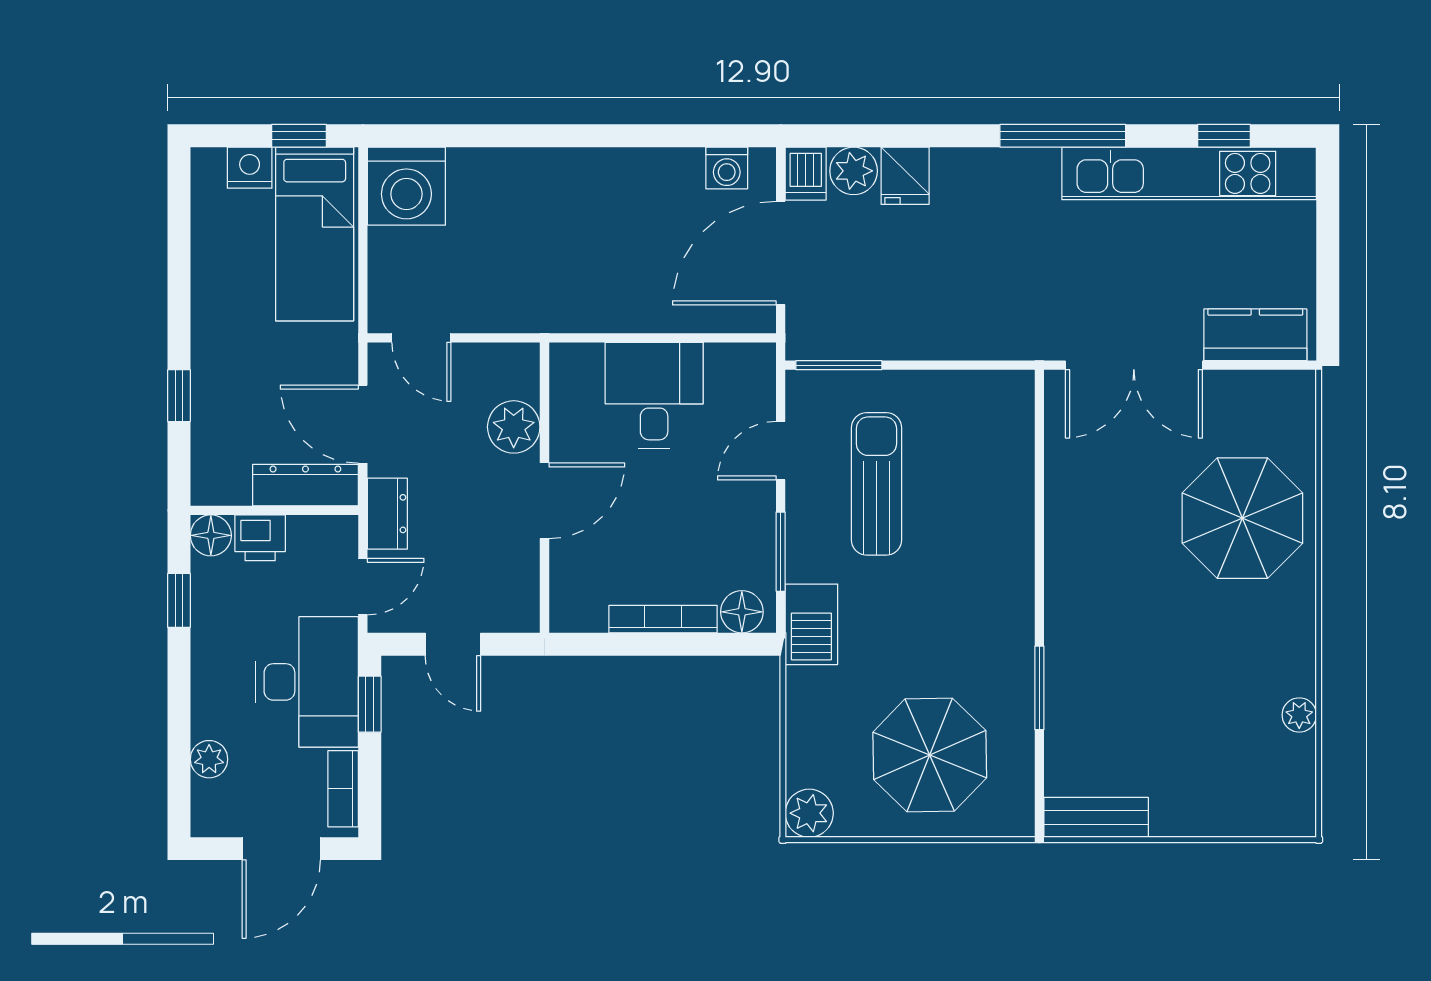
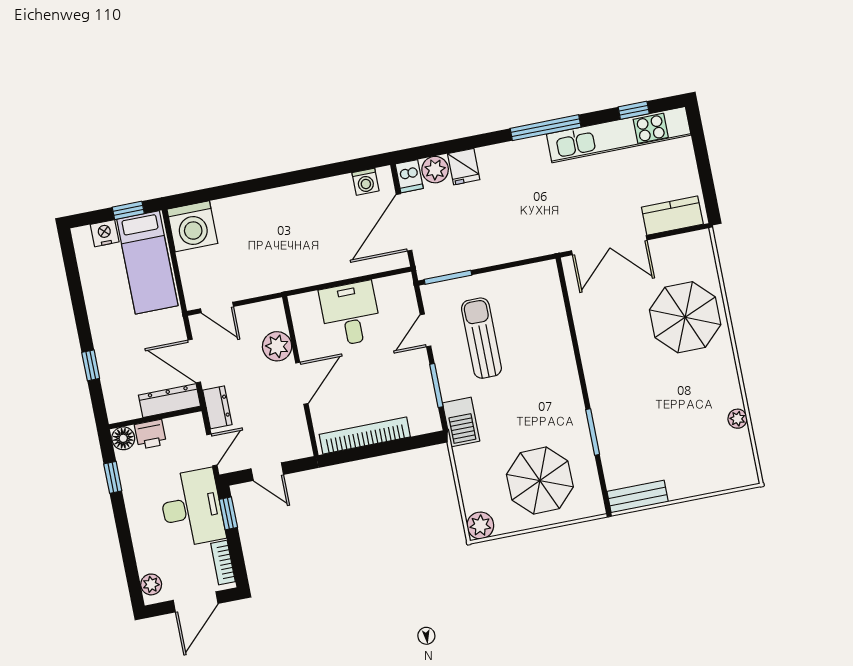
floor lamp: (742, 612) -> (422, 423), removed
bookcase: (663, 619) -> (365, 436), width x1.48, depth x1.31
plant: (209, 759) -> (151, 584), moved

